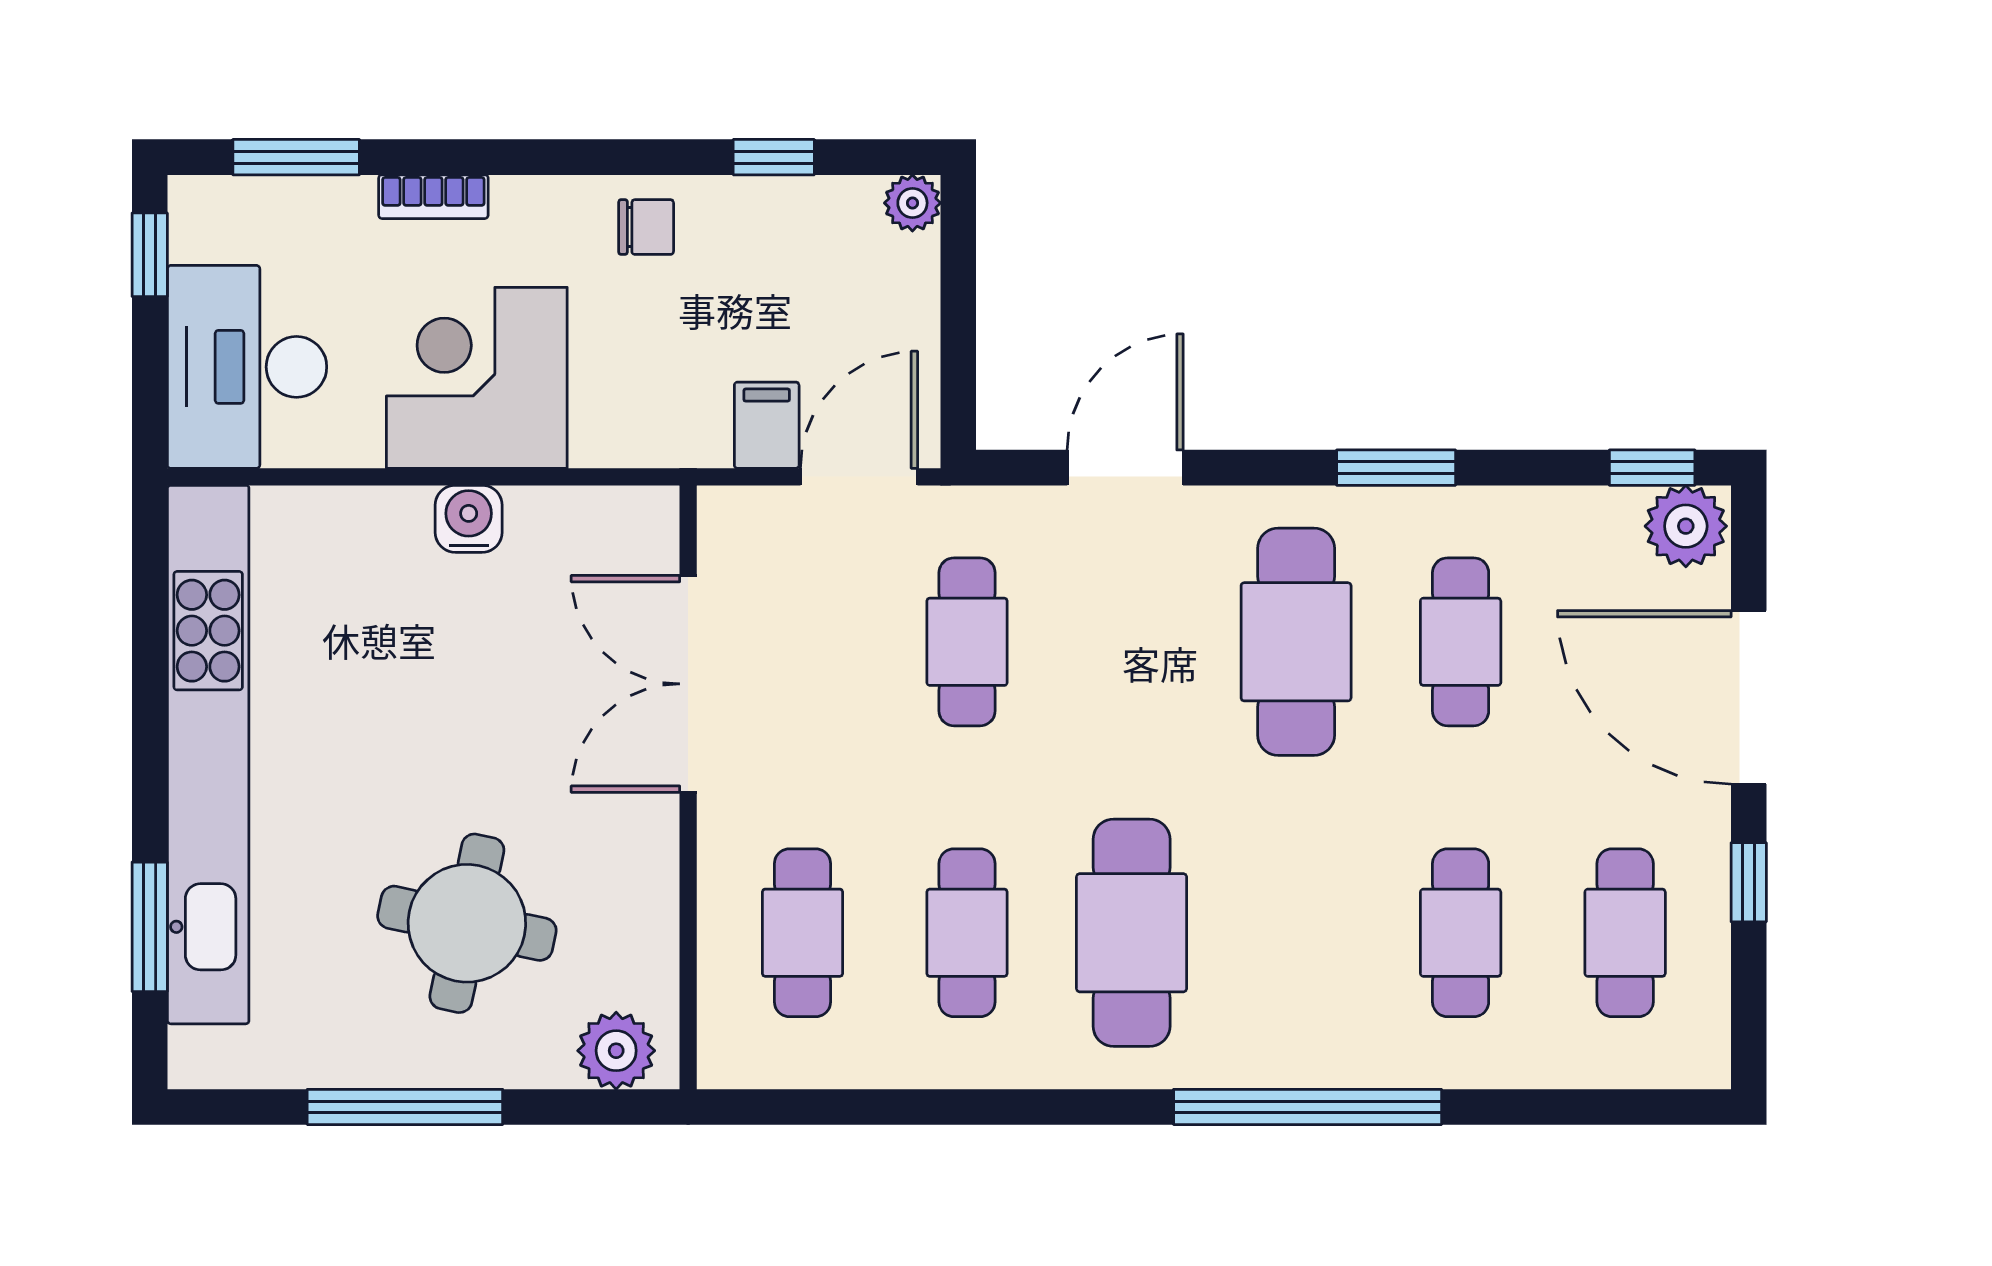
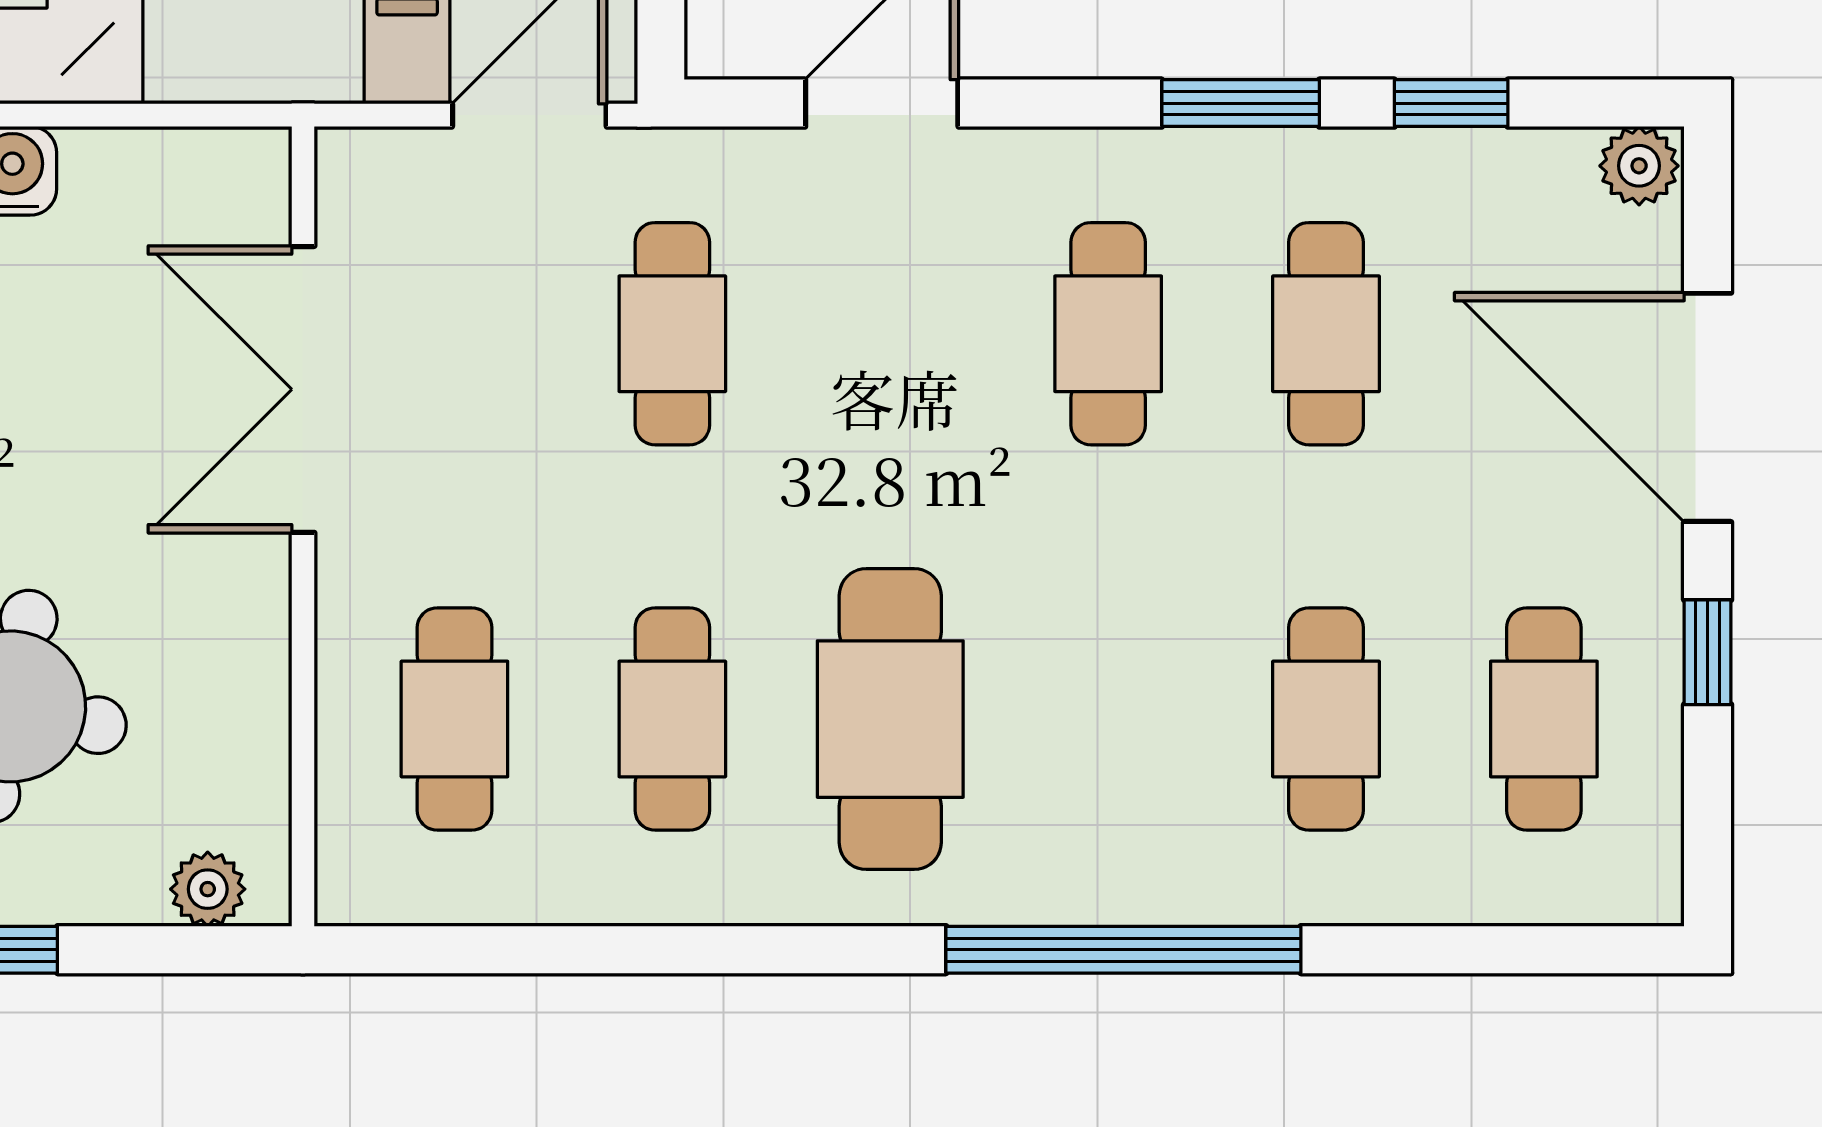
window: (1652, 468) -> (1451, 103), moved
plant: (1686, 526) -> (1639, 166), width x0.73, depth x0.73
cafe table: (1296, 642) -> (1108, 334), width x0.73, depth x0.74
plant: (616, 1051) -> (208, 889), width x0.73, depth x0.73

